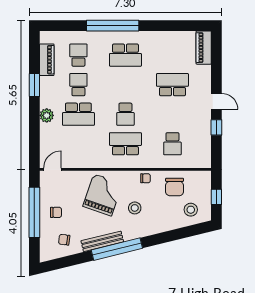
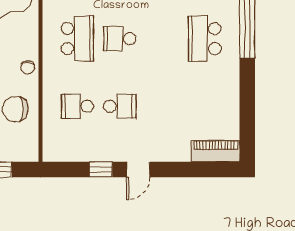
school desk: (172, 85) -> (120, 106), moved, width x0.54

